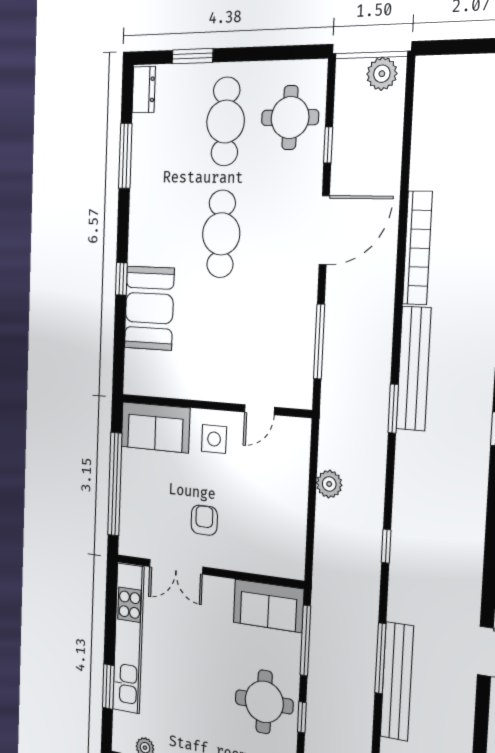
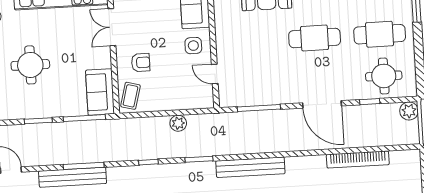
plant: (382, 74) -> (409, 111), moved
bookcase: (417, 248) -> (358, 159), moved
window: (393, 409) -> (199, 159), moved
armchair: (204, 520) -> (141, 63), moved
coffee table: (279, 557) -> (130, 96), added
round table: (264, 702) -> (30, 65), moved
window: (302, 717) -> (38, 121), width x1.50

